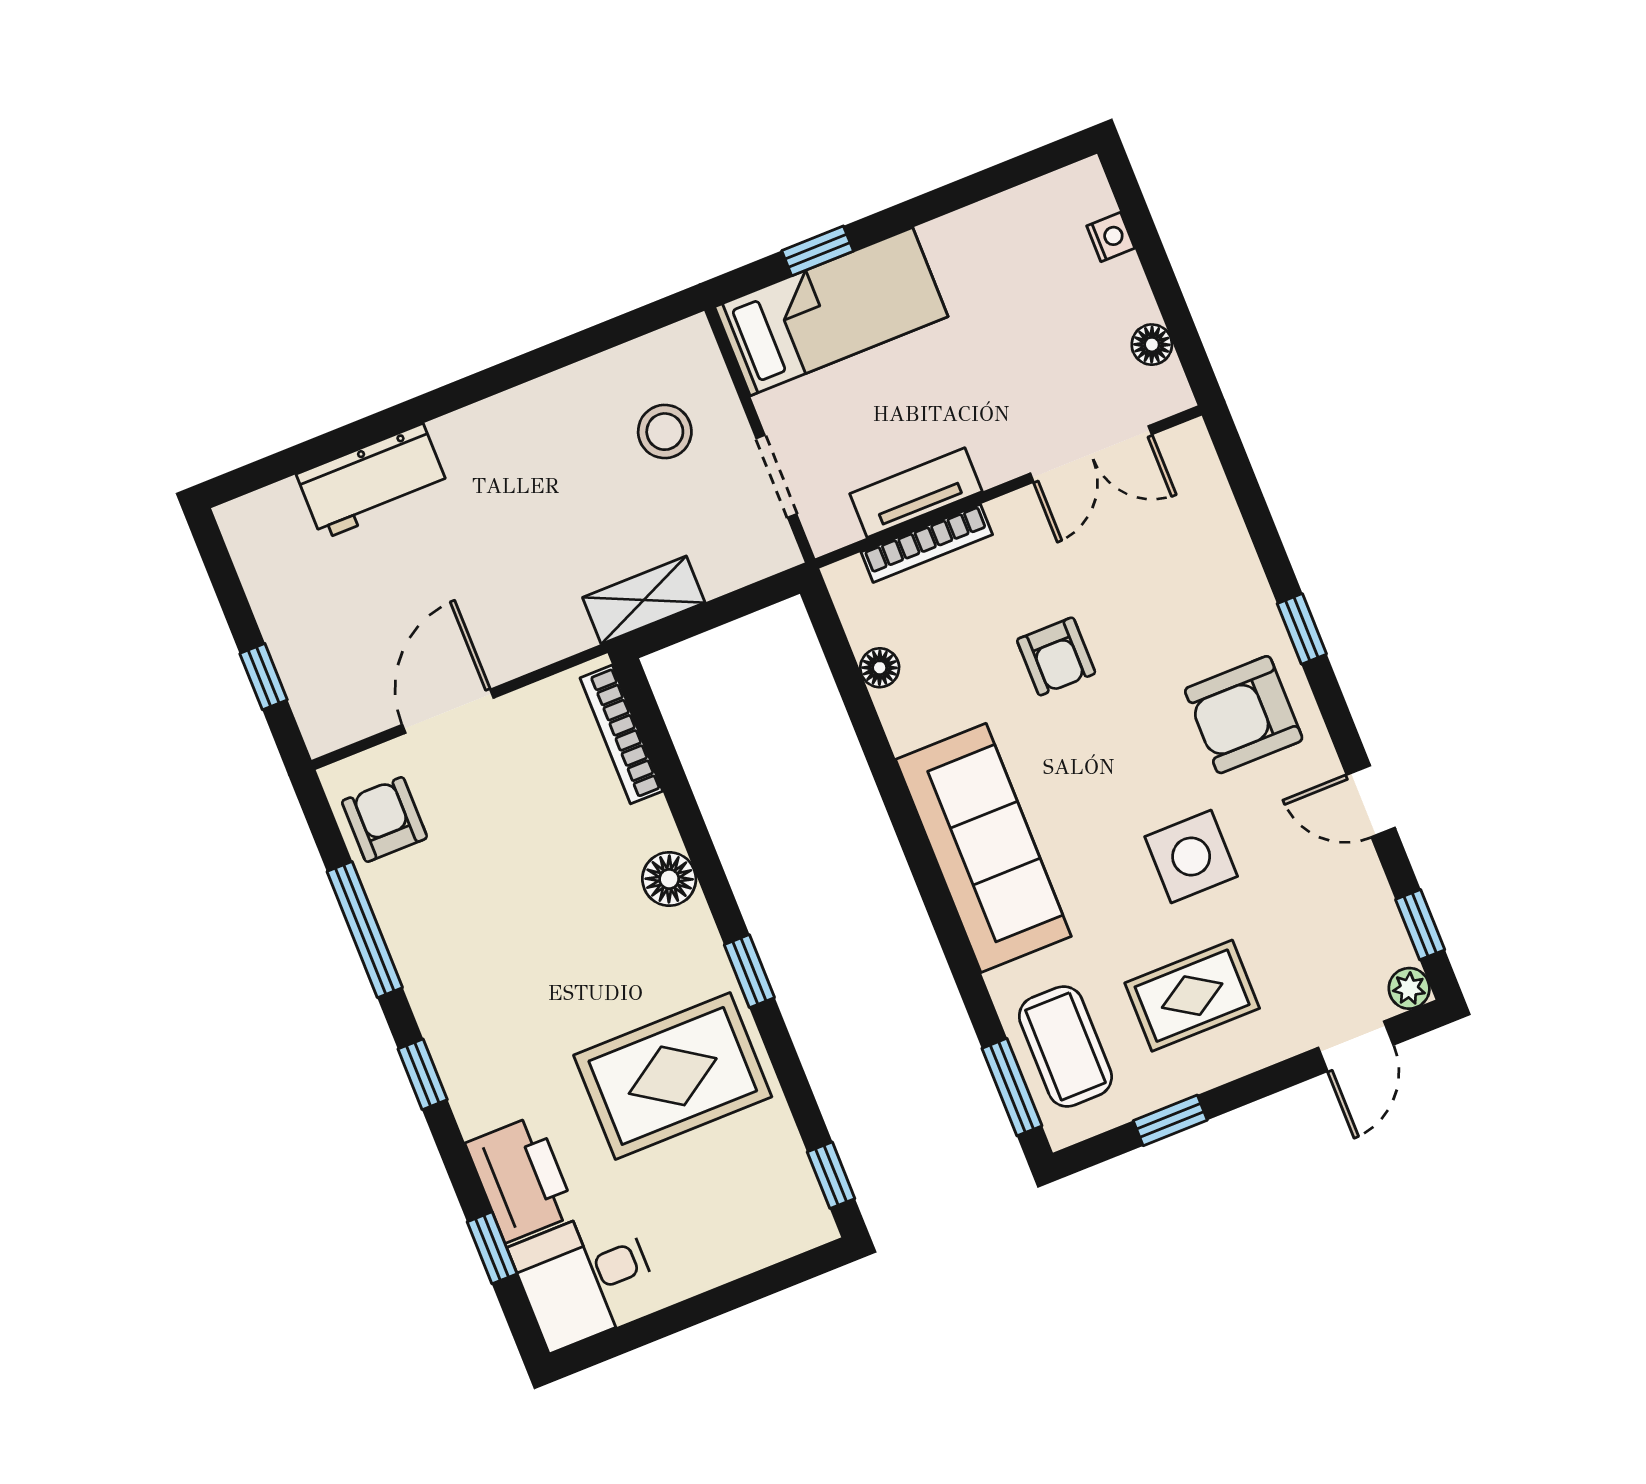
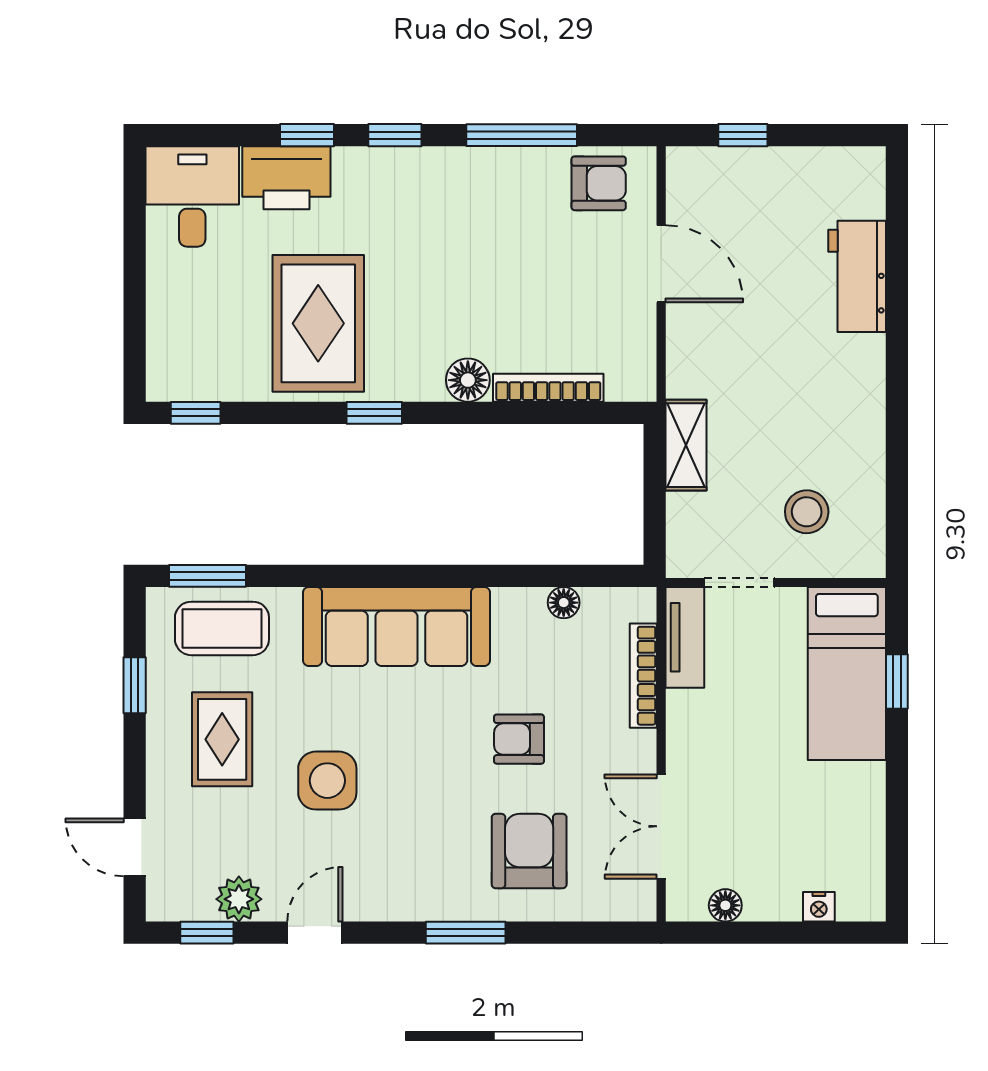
tv unit: (916, 493) -> (685, 637), moved
window: (1302, 629) -> (466, 933), width x1.50
armchair: (1244, 715) -> (529, 851), moved
bookcase: (621, 734) -> (548, 388), moved
plant: (1409, 988) -> (239, 899), moved, width x1.38, depth x1.38
window: (492, 1248) -> (307, 135), moved

